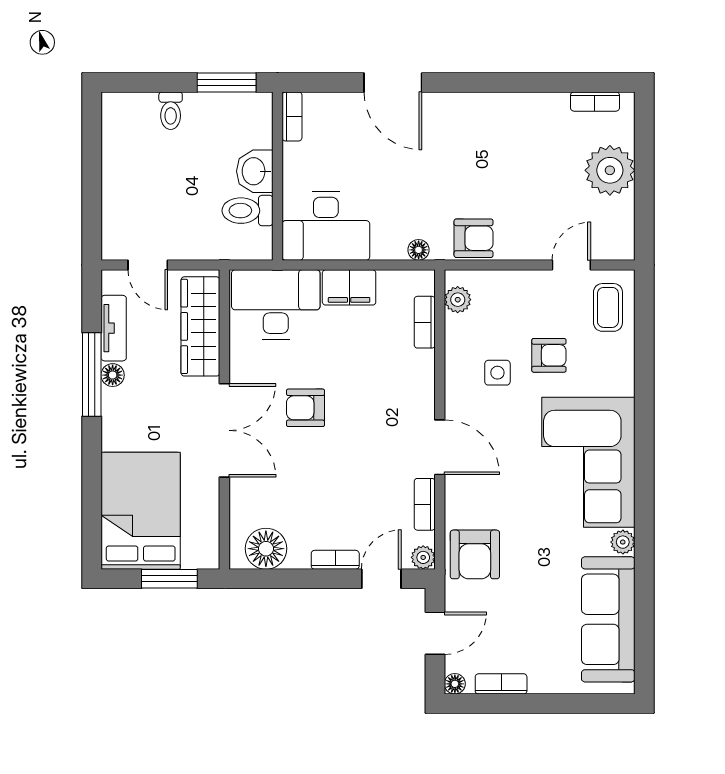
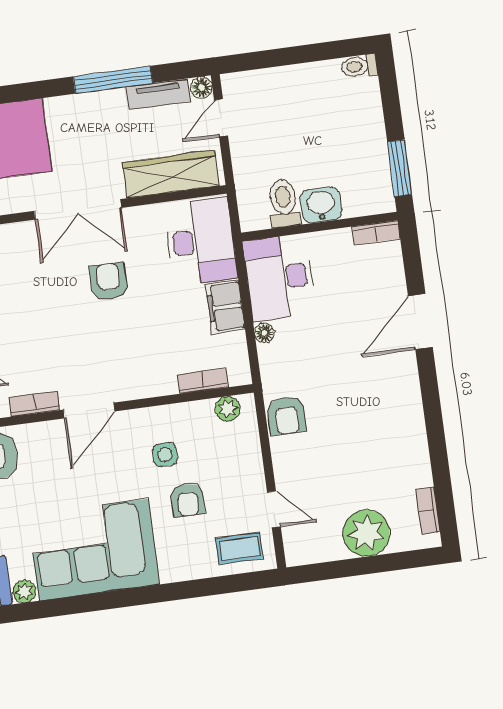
toilet: (171, 111) -> (359, 66), moved
floor lamp: (419, 250) -> (264, 333), moved
floor lamp: (113, 375) -> (202, 87), moved

